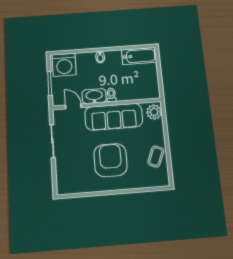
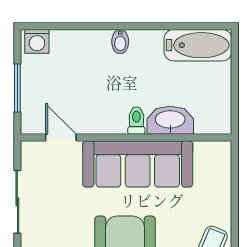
washing machine: (64, 65) -> (37, 41), width x0.53, depth x0.53
washbasin: (94, 96) -> (170, 120), moved
plant: (154, 112) -> (217, 161), removed

